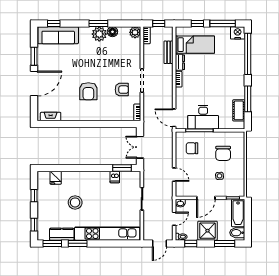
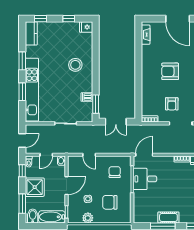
cot: (239, 110) -> (168, 217), moved
desk: (203, 117) -> (145, 179), width x0.73
double door: (140, 147) -> (116, 122), swing flipped
door: (174, 175) -> (89, 155), hinge flipped
plant: (239, 176) -> (88, 218), added
fridge: (56, 178) -> (86, 27), moved
door: (206, 198) -> (66, 186), swing flipped
stool: (75, 202) -> (75, 65), moved
door: (174, 219) -> (46, 155), hinge flipped
kitchen counter: (62, 234) -> (31, 33), moved
window: (52, 243) -> (22, 92), moved
door: (160, 243) -> (22, 140), swing flipped

